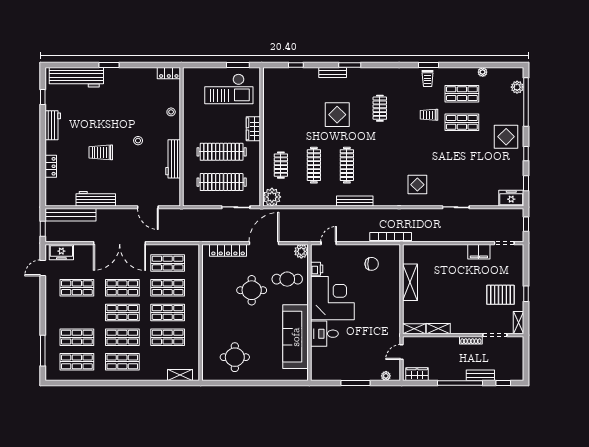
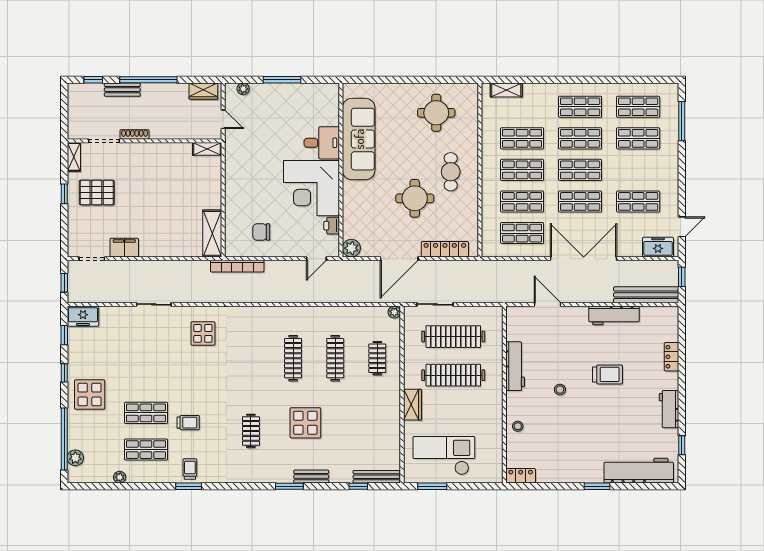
plant: (272, 197) -> (394, 312), width x0.53, depth x0.53
bench: (355, 201) -> (376, 477), moved
cafe table: (287, 279) -> (451, 172), moved, turned 90
shelving: (410, 282) -> (212, 233), moved
shelving: (438, 329) -> (176, 149), removed
door: (402, 352) -> (223, 119), hinge flipped

